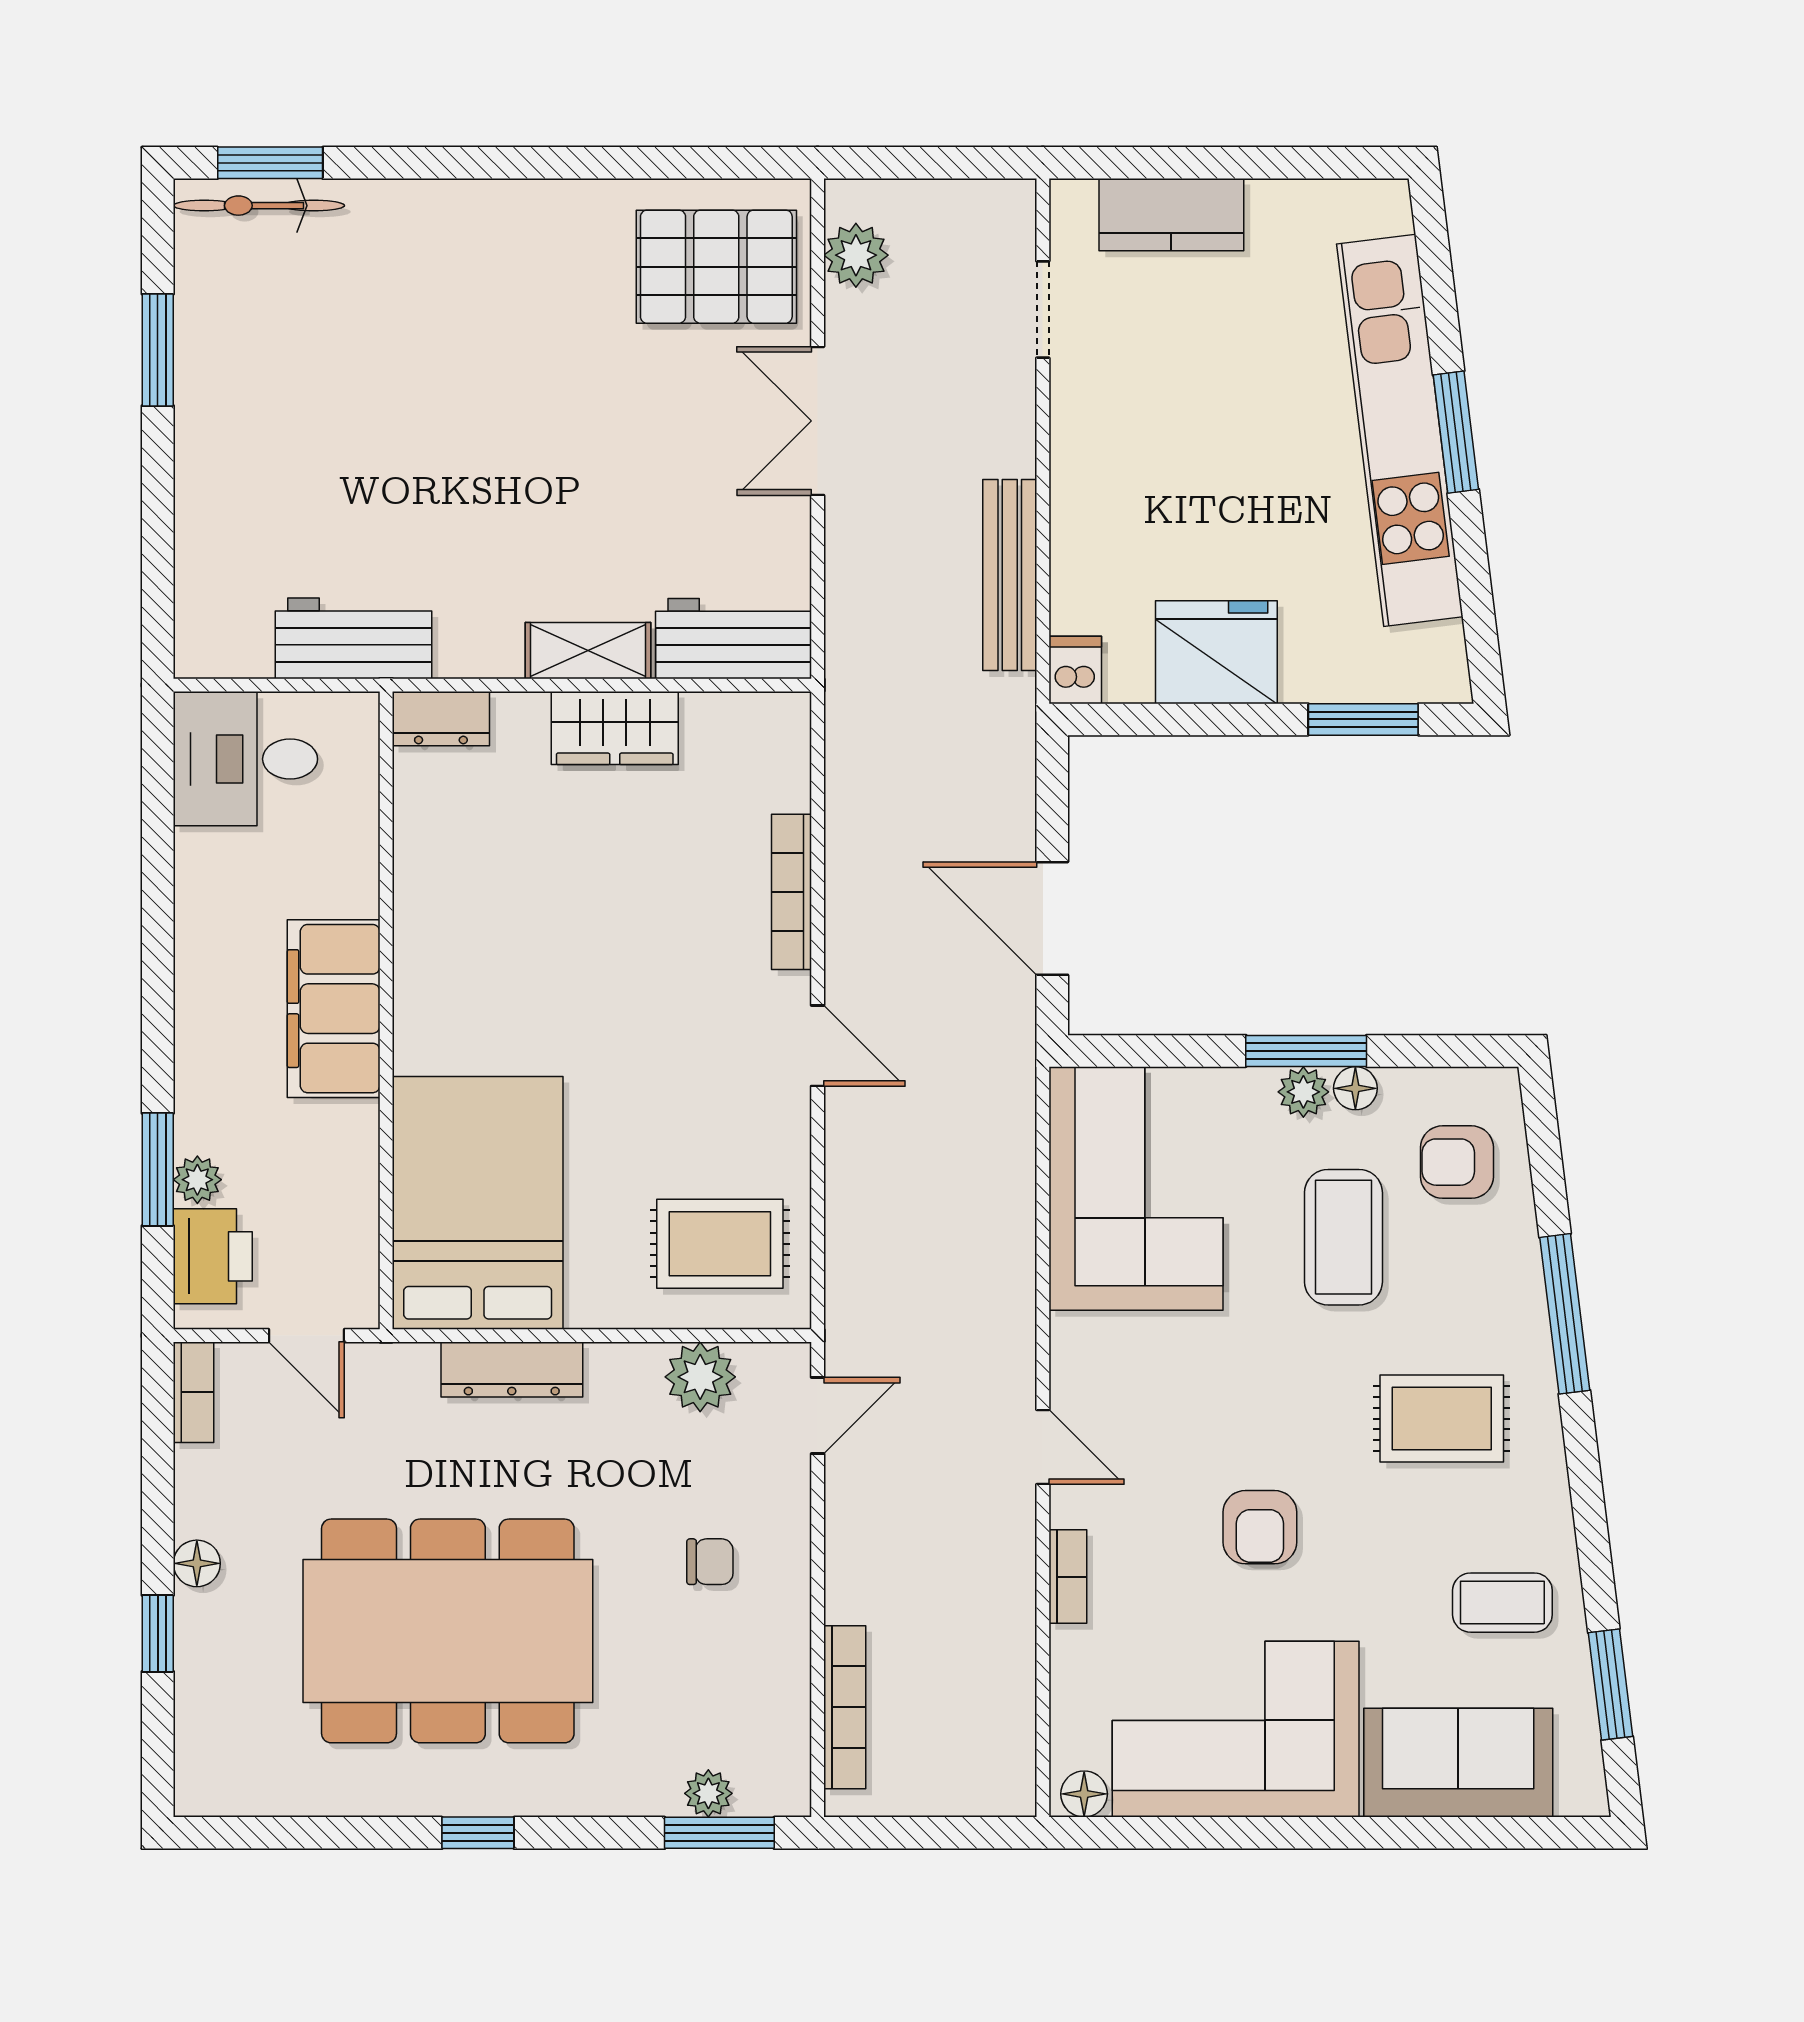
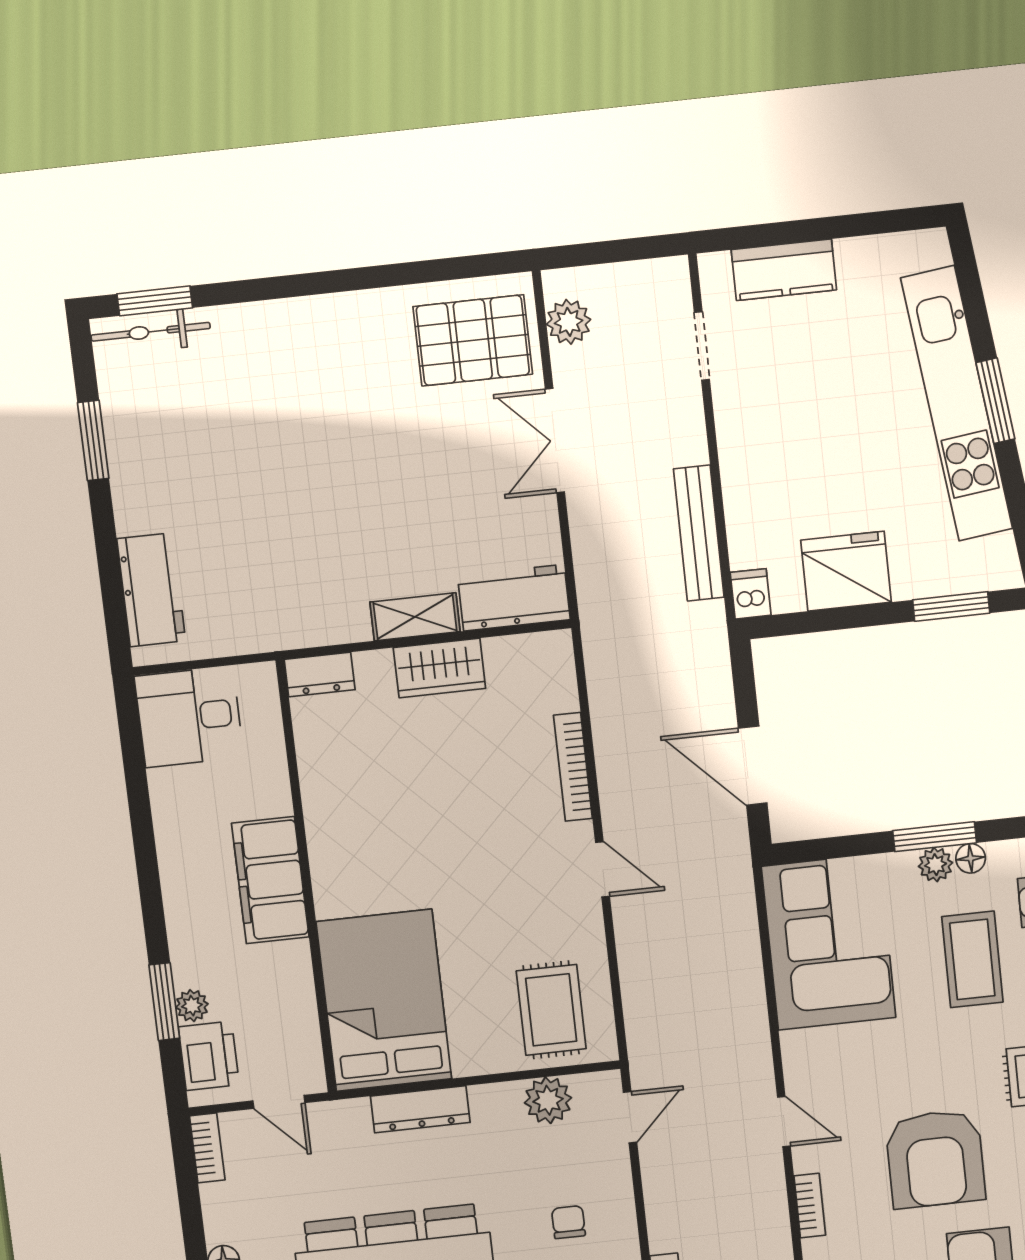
workbench: (354, 638) -> (151, 590), moved, turned 90
rug: (720, 1244) -> (551, 1010), turned 90
armchair: (1260, 1527) -> (935, 1159), width x1.88, depth x1.88
chair: (710, 1562) -> (568, 1222), turned -90

